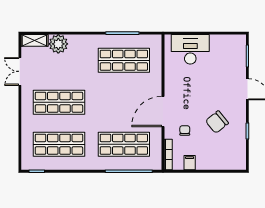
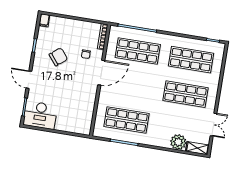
desk: (190, 49) -> (40, 115), moved
filing cabinet: (190, 163) -> (44, 20), moved

